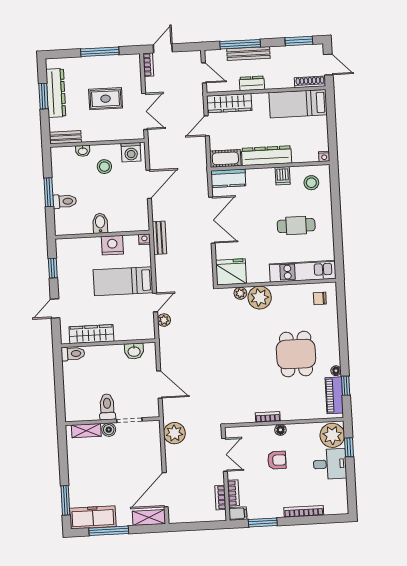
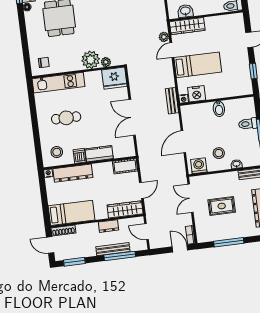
door: (163, 48) -> (180, 248), swing flipped
dresser: (267, 156) -> (73, 173), moved
kitchen counter: (228, 178) -> (99, 154), moved
nightstand: (112, 245) -> (197, 94), moved
wardrobe: (91, 334) -> (187, 26), moved

